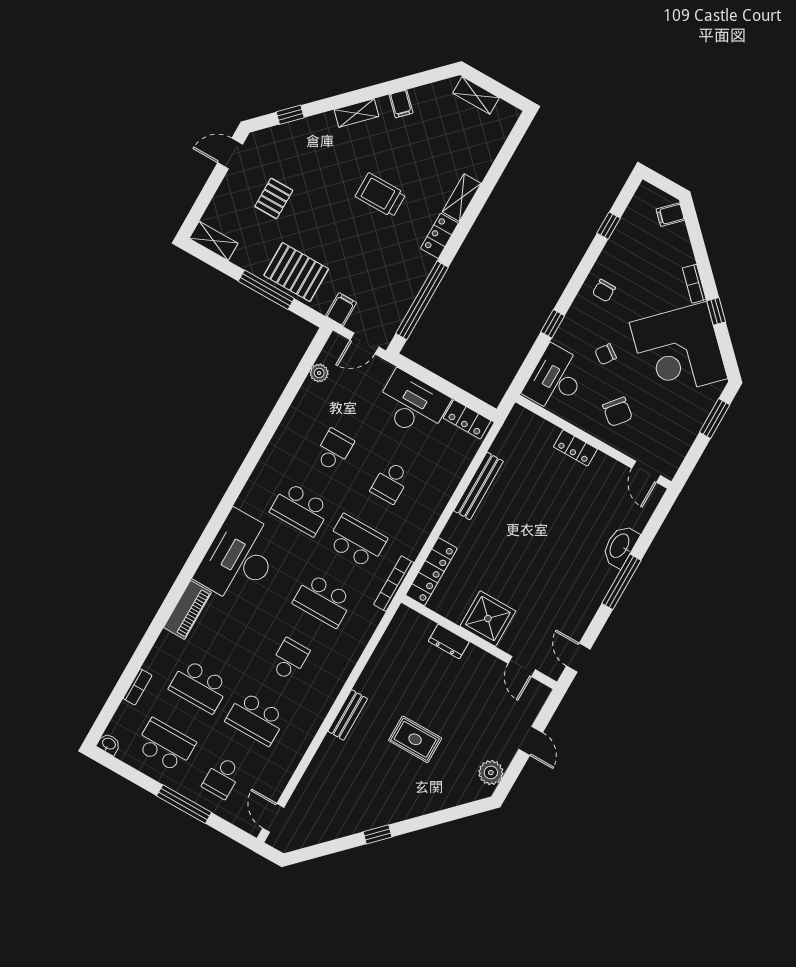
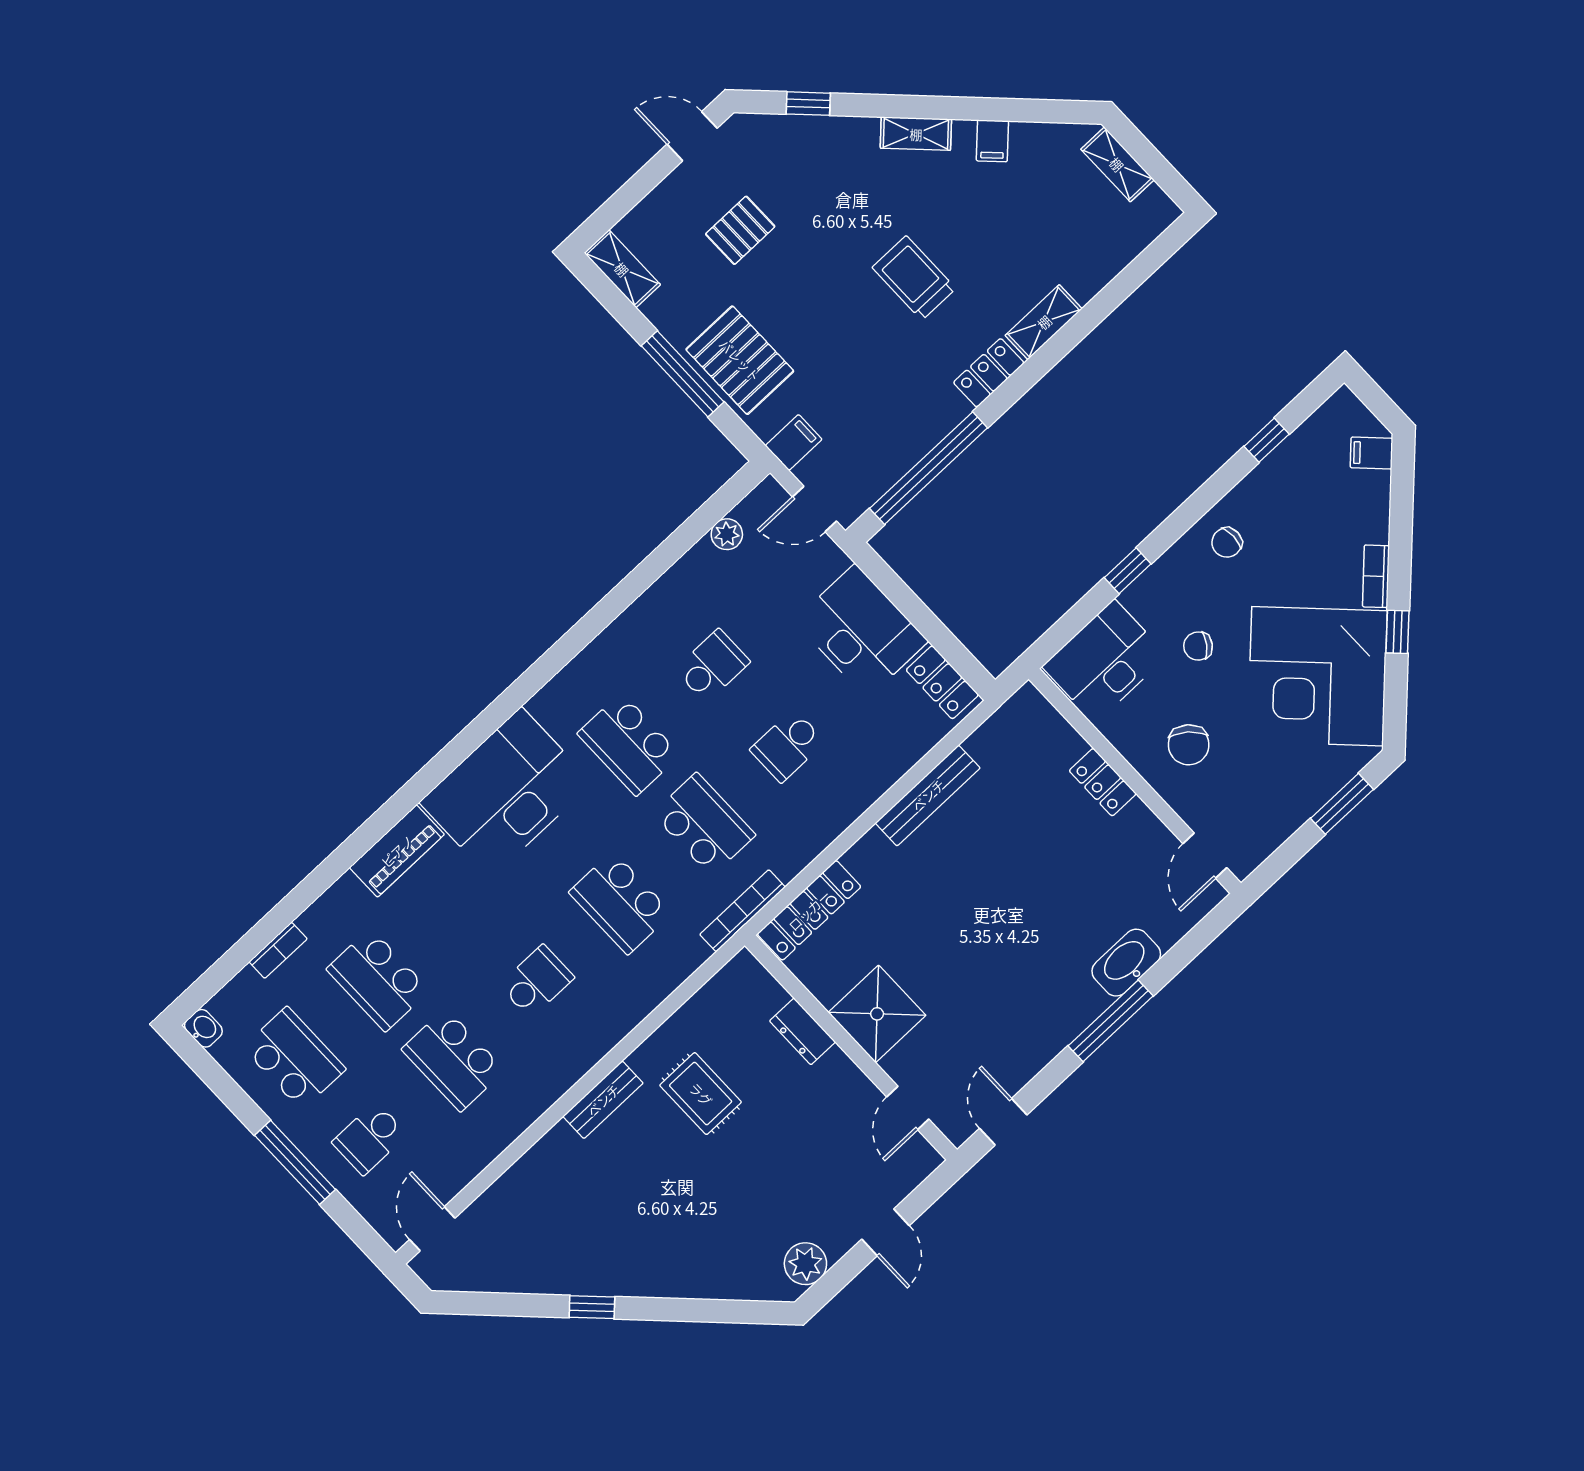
rug: (415, 739) -> (701, 1094), moved

